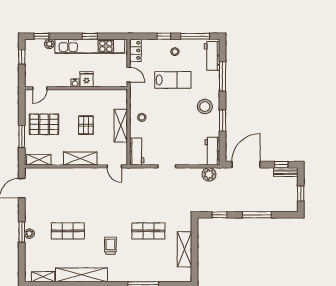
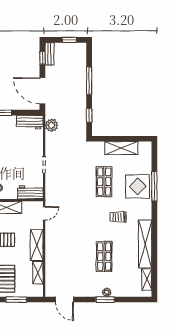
shelving: (39, 160) -> (38, 273), moved
display table: (143, 267) -> (138, 186), added

